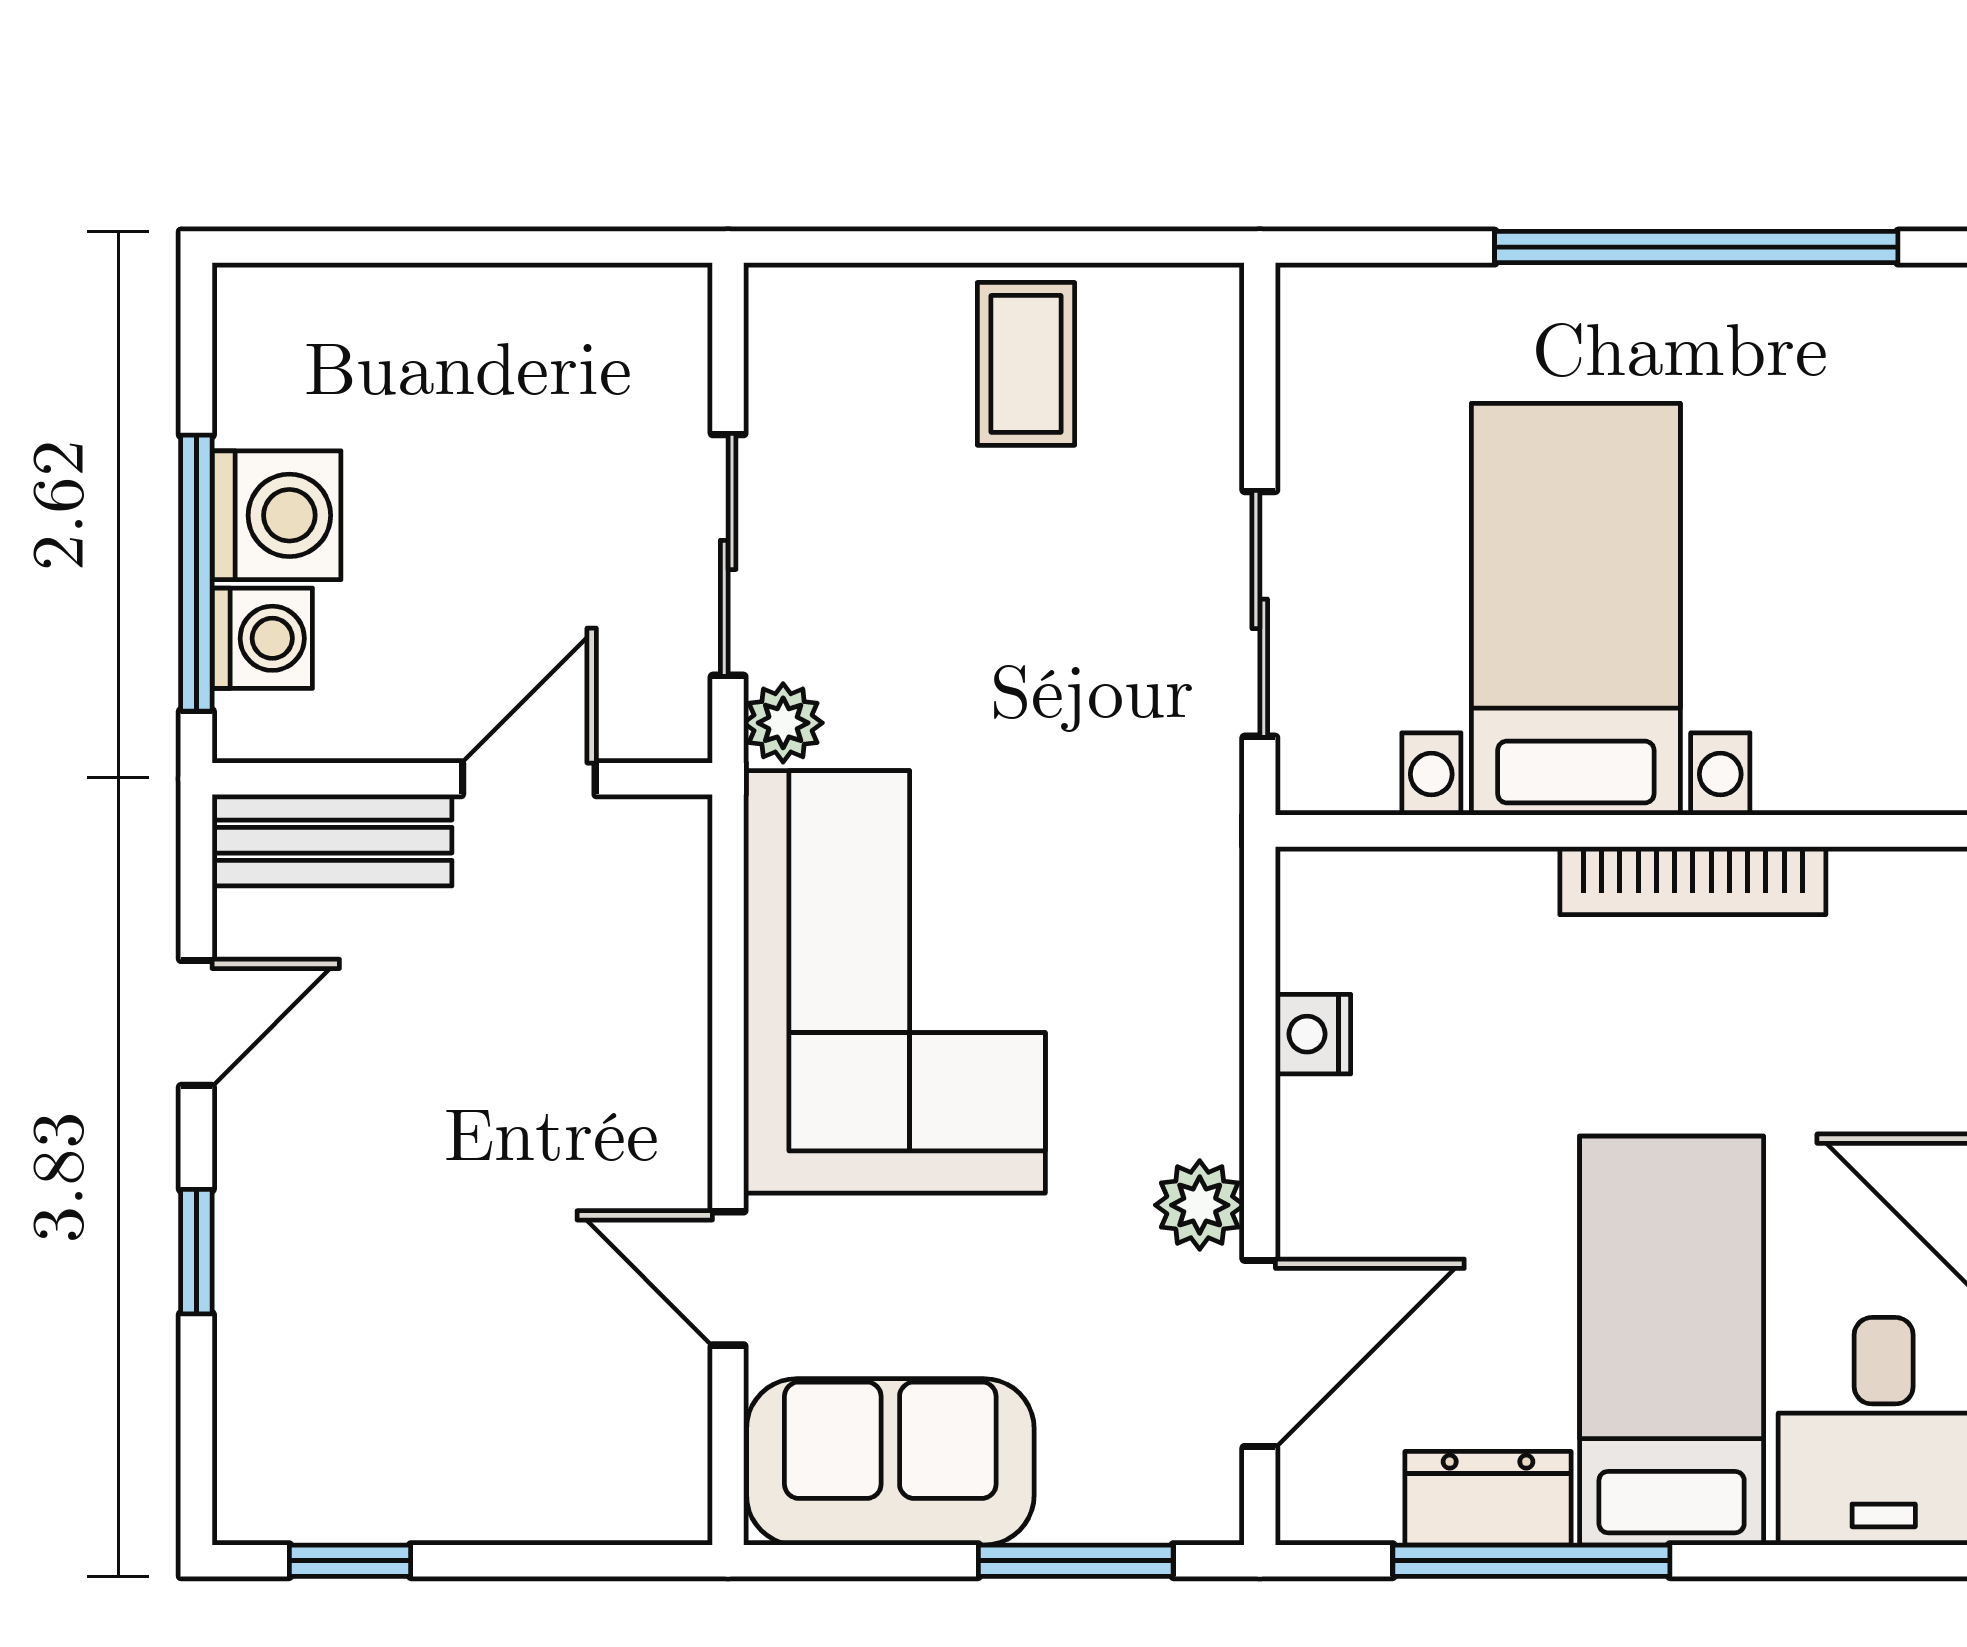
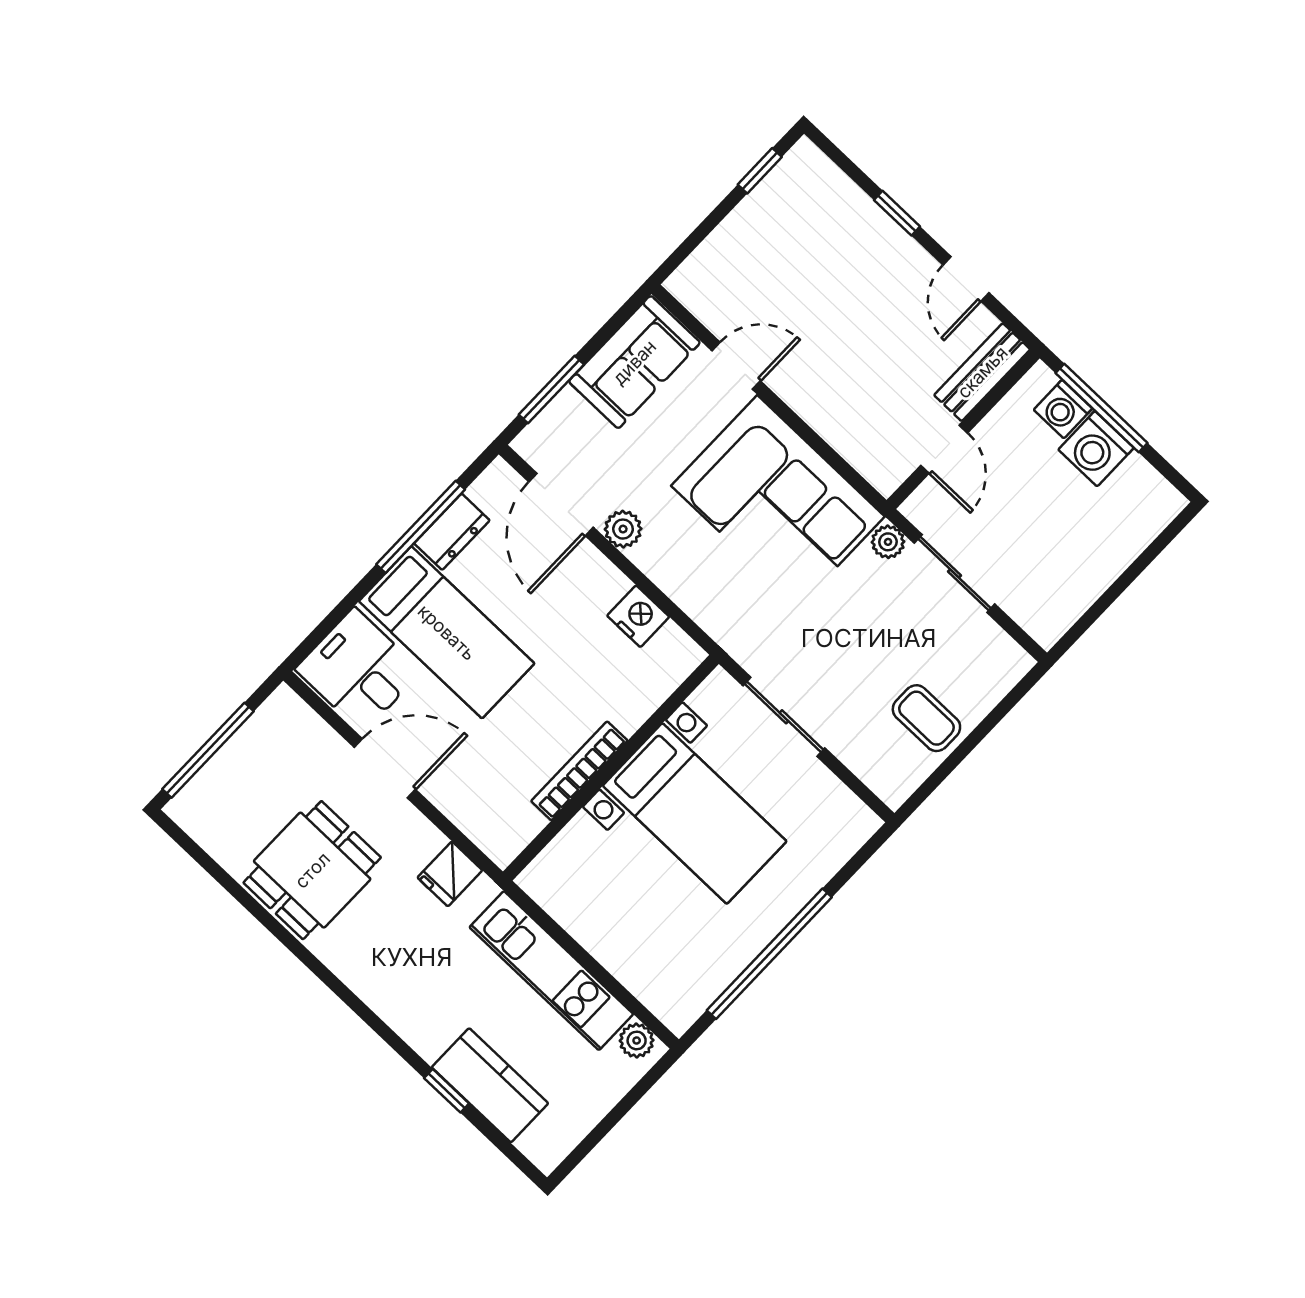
nightstand: (1313, 1034) -> (638, 616), width x1.39, depth x1.35

